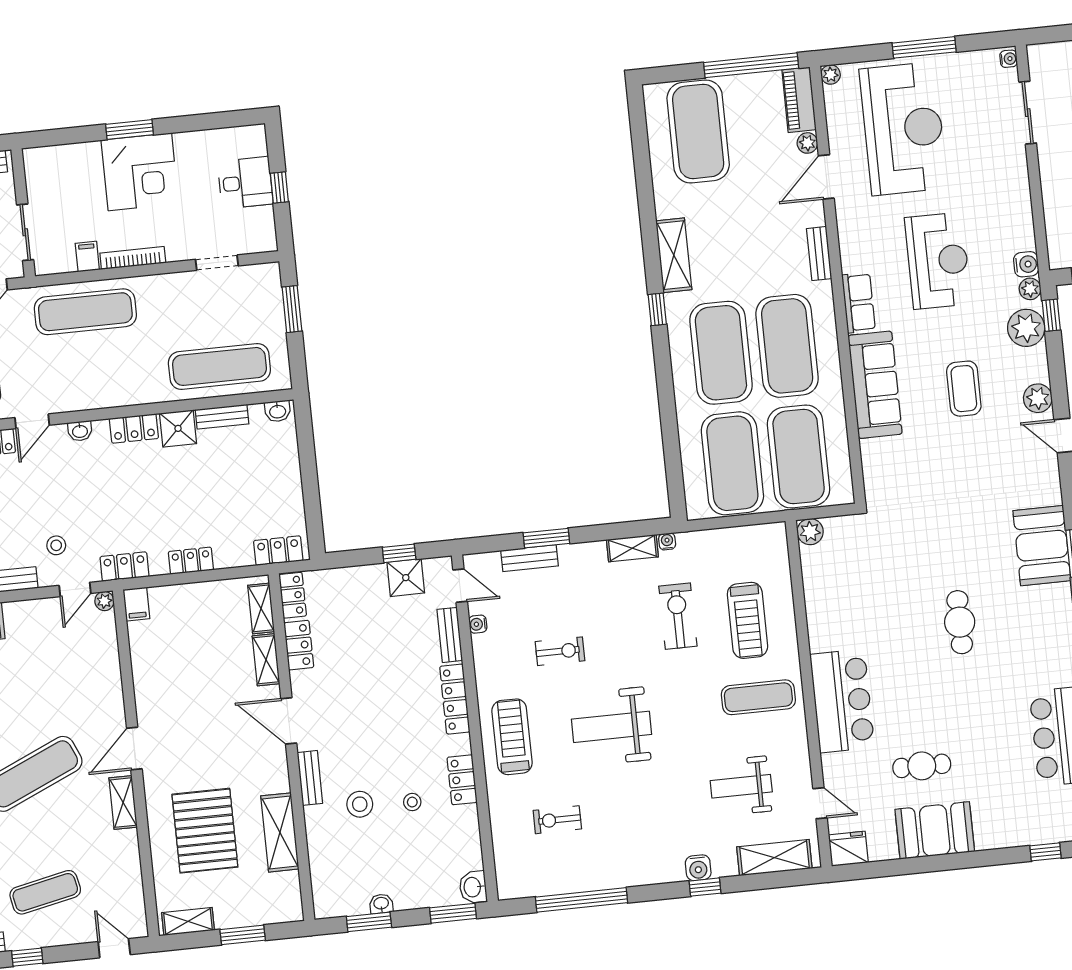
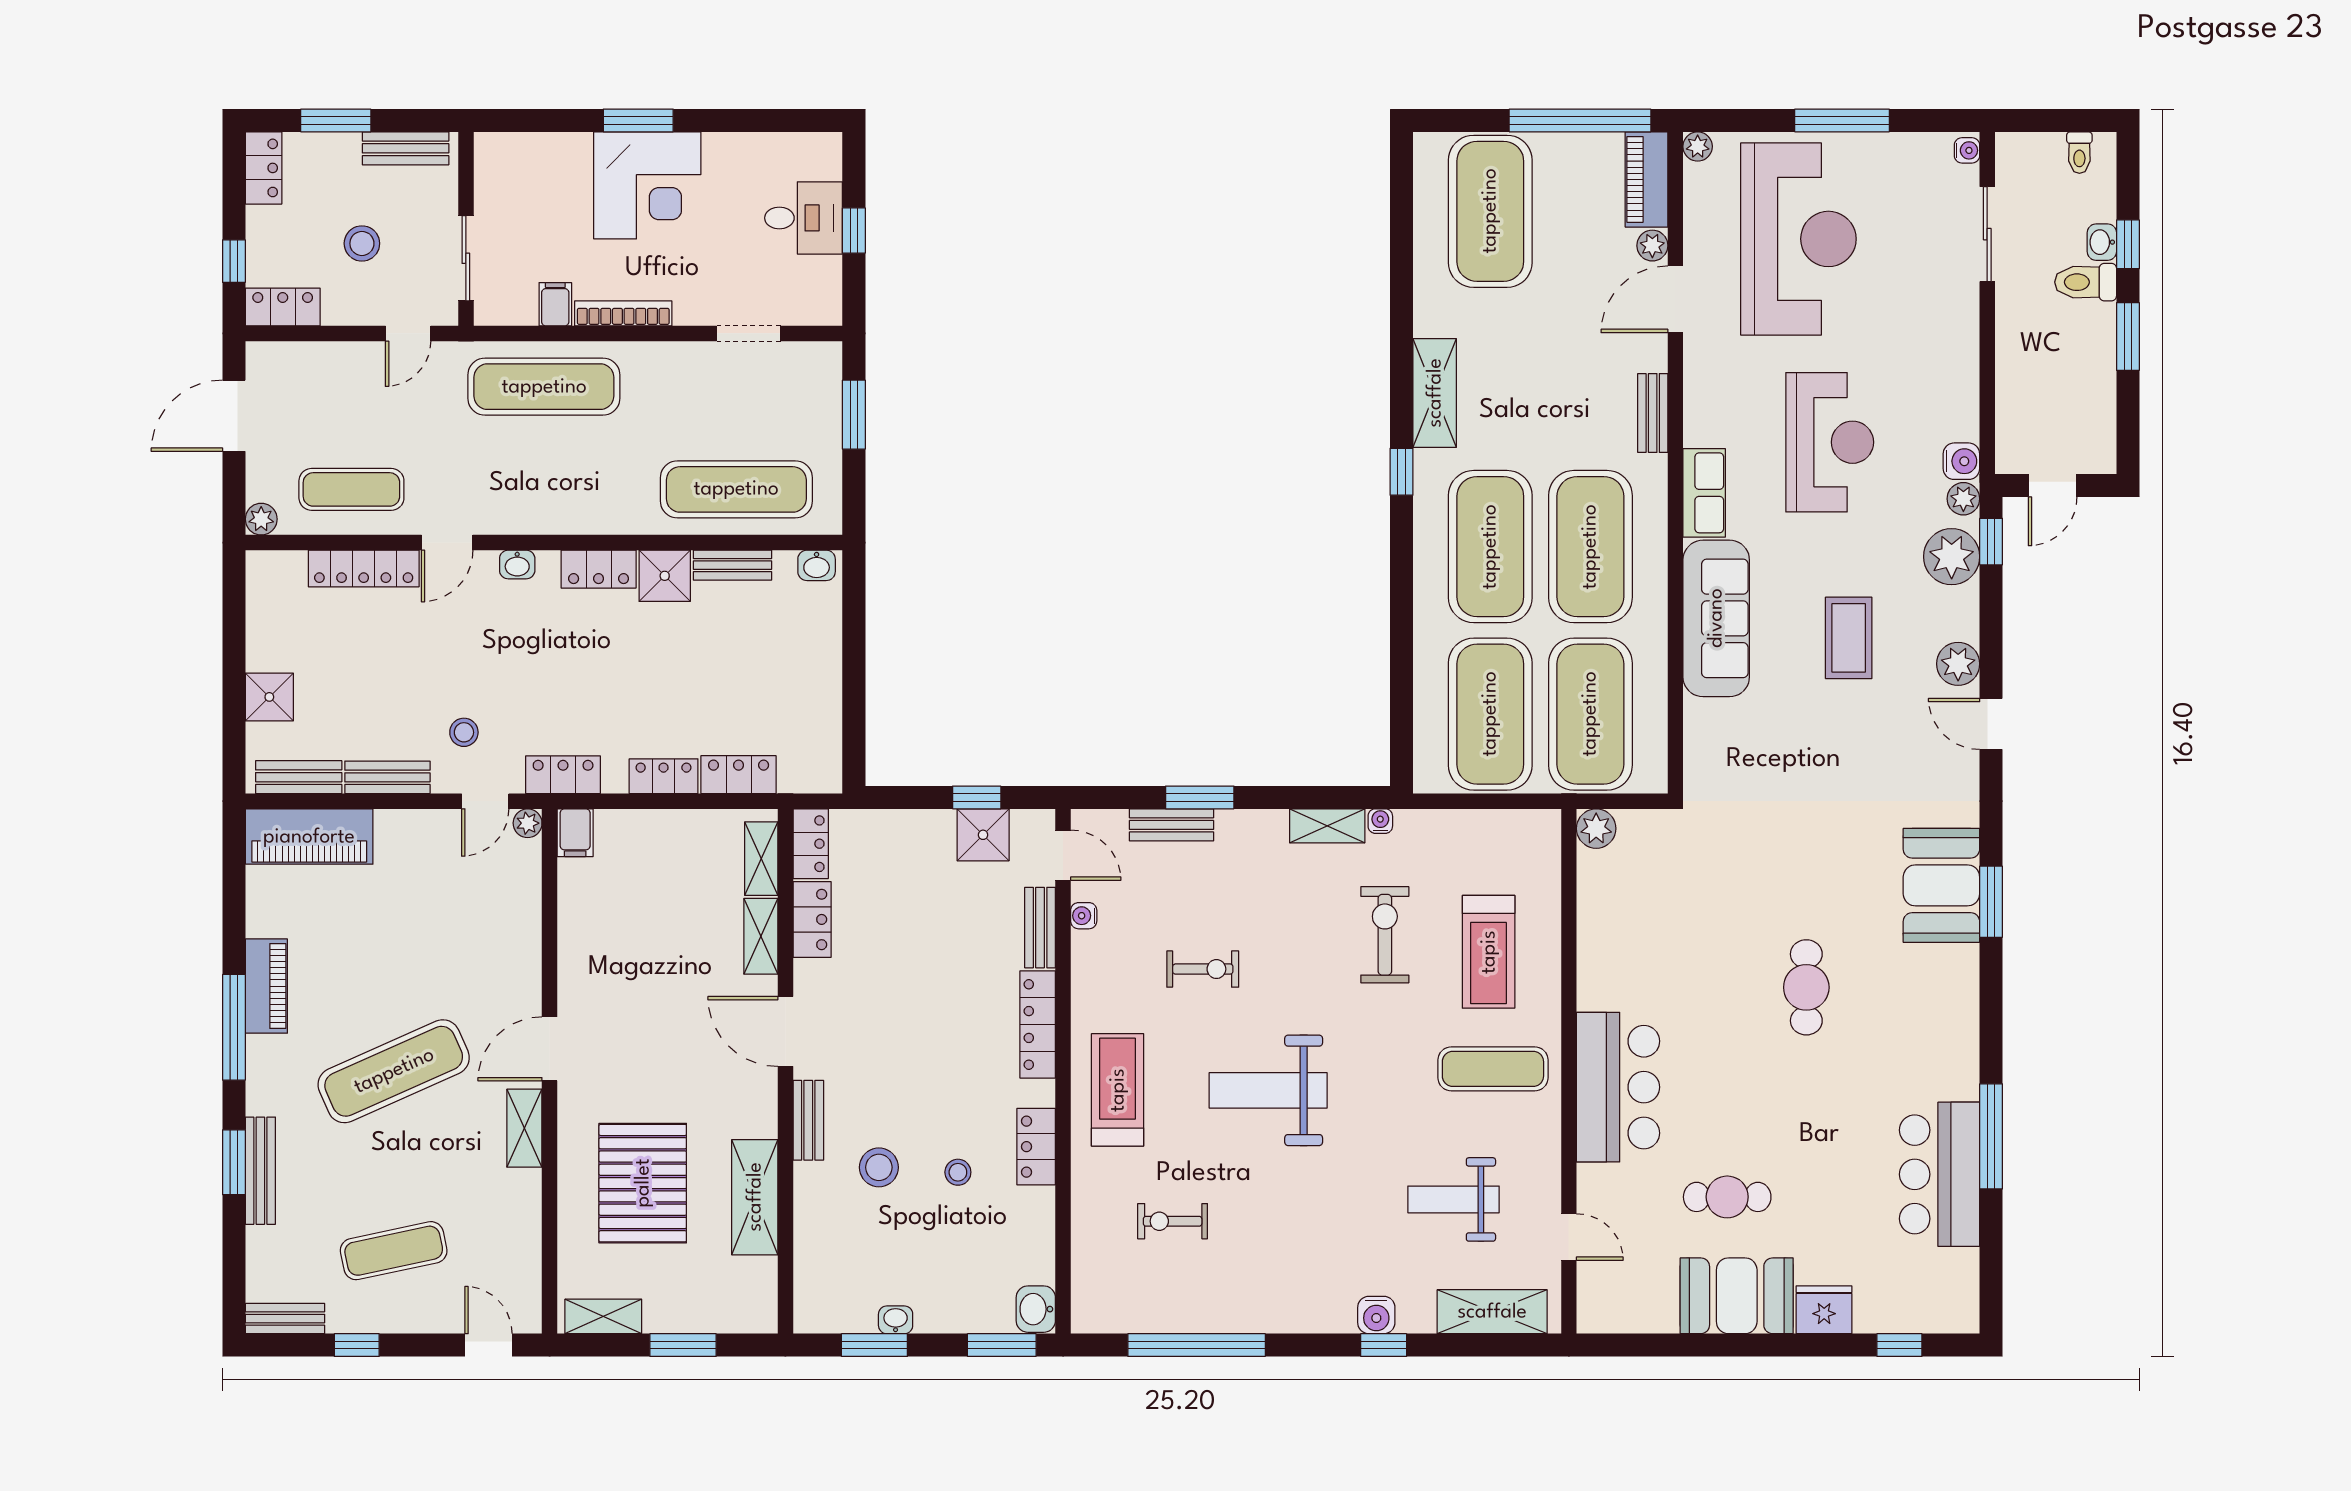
locker: (278, 551) -> (739, 775), moved
fridge: (848, 849) -> (1824, 1310), moved

